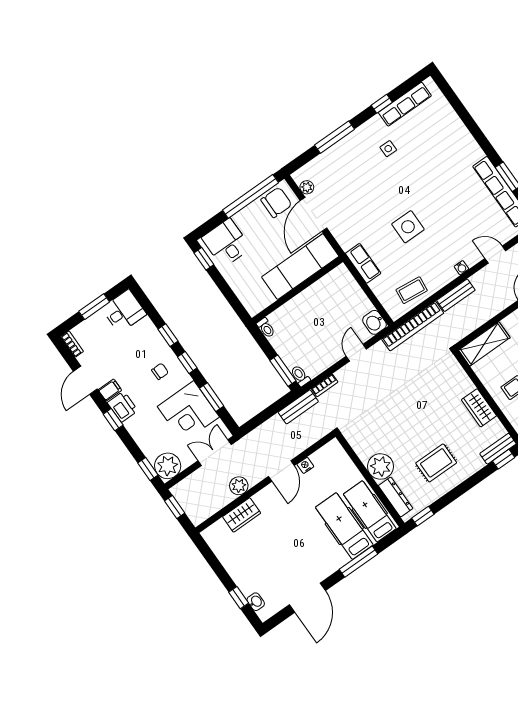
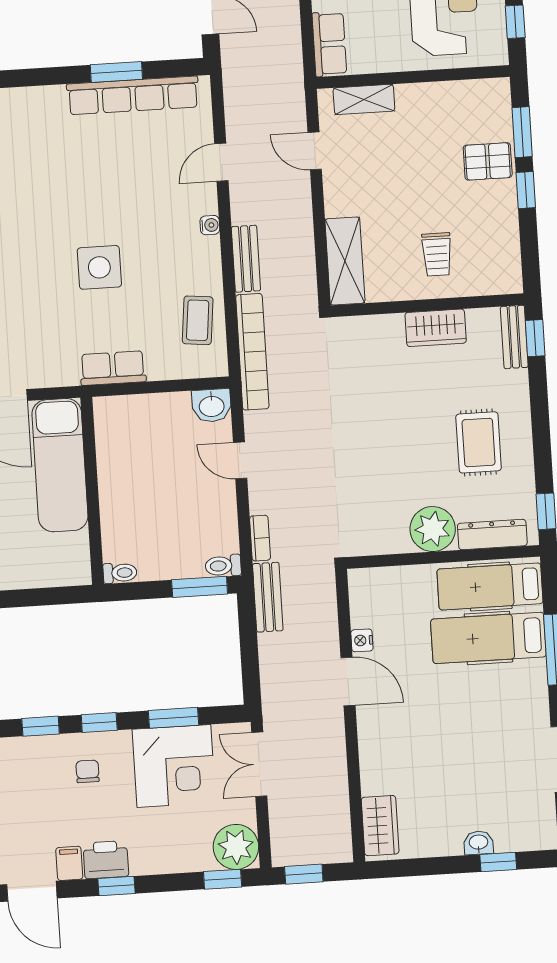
plant: (239, 486) -> (331, 759), removed
wardrobe: (242, 515) -> (380, 826), moved
washbasin: (256, 602) -> (478, 843), moved

